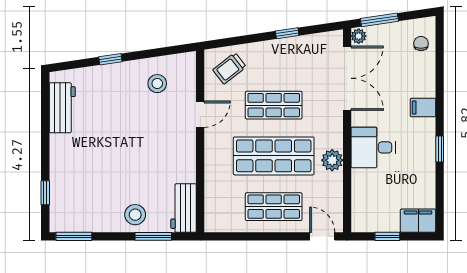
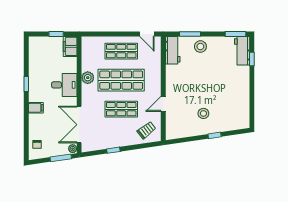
stool: (157, 84) -> (203, 113), moved
workbench: (62, 108) -> (242, 51), moved
filing cabinet: (418, 221) -> (70, 46), moved, turned 90
door: (322, 236) -> (147, 34), moved

